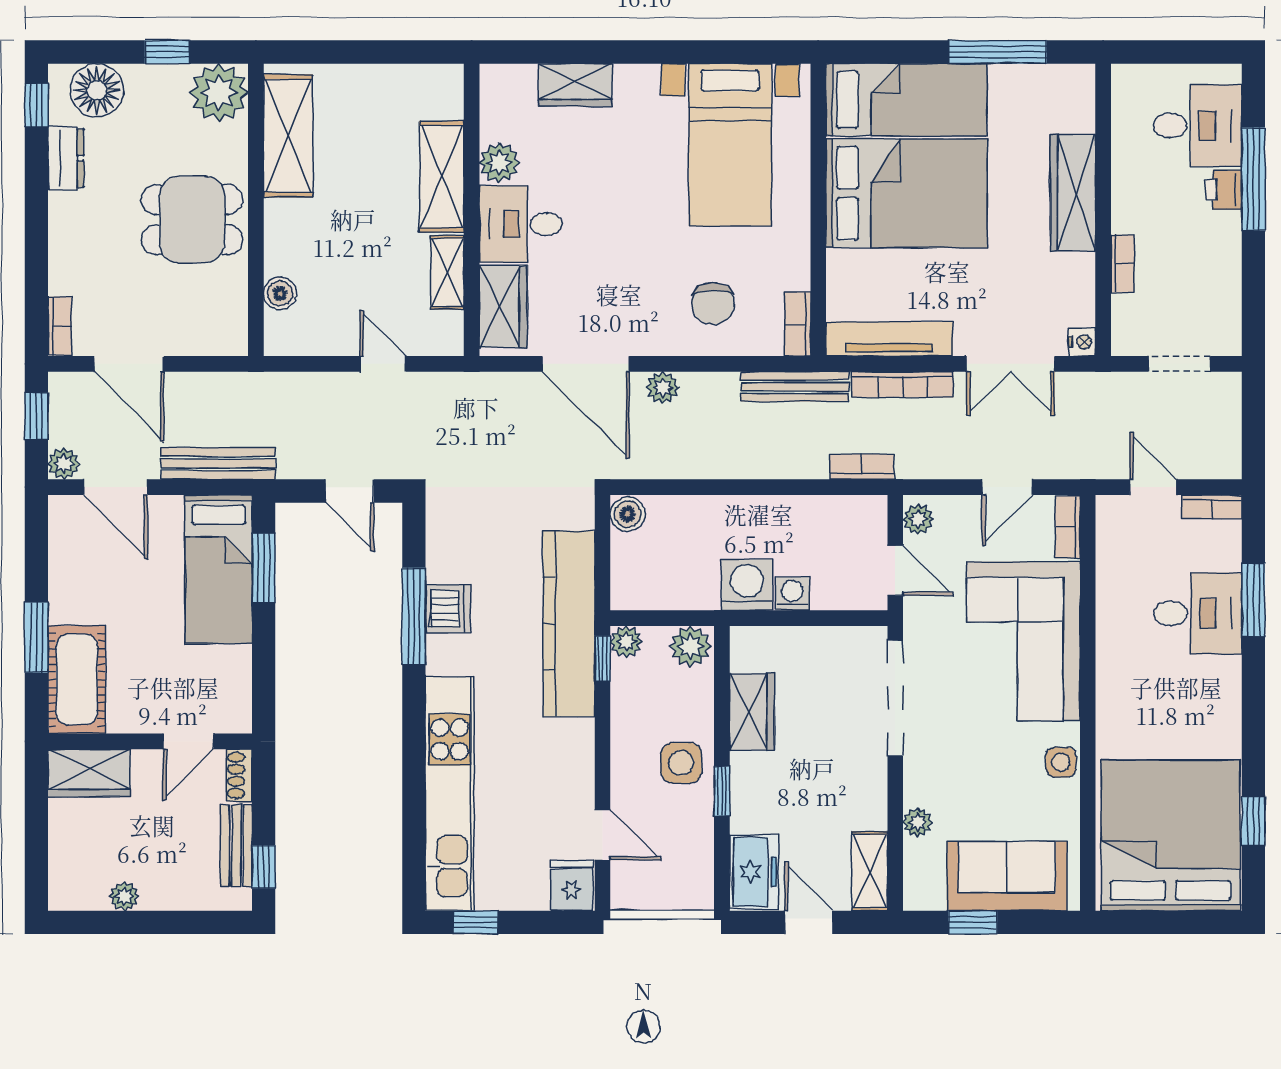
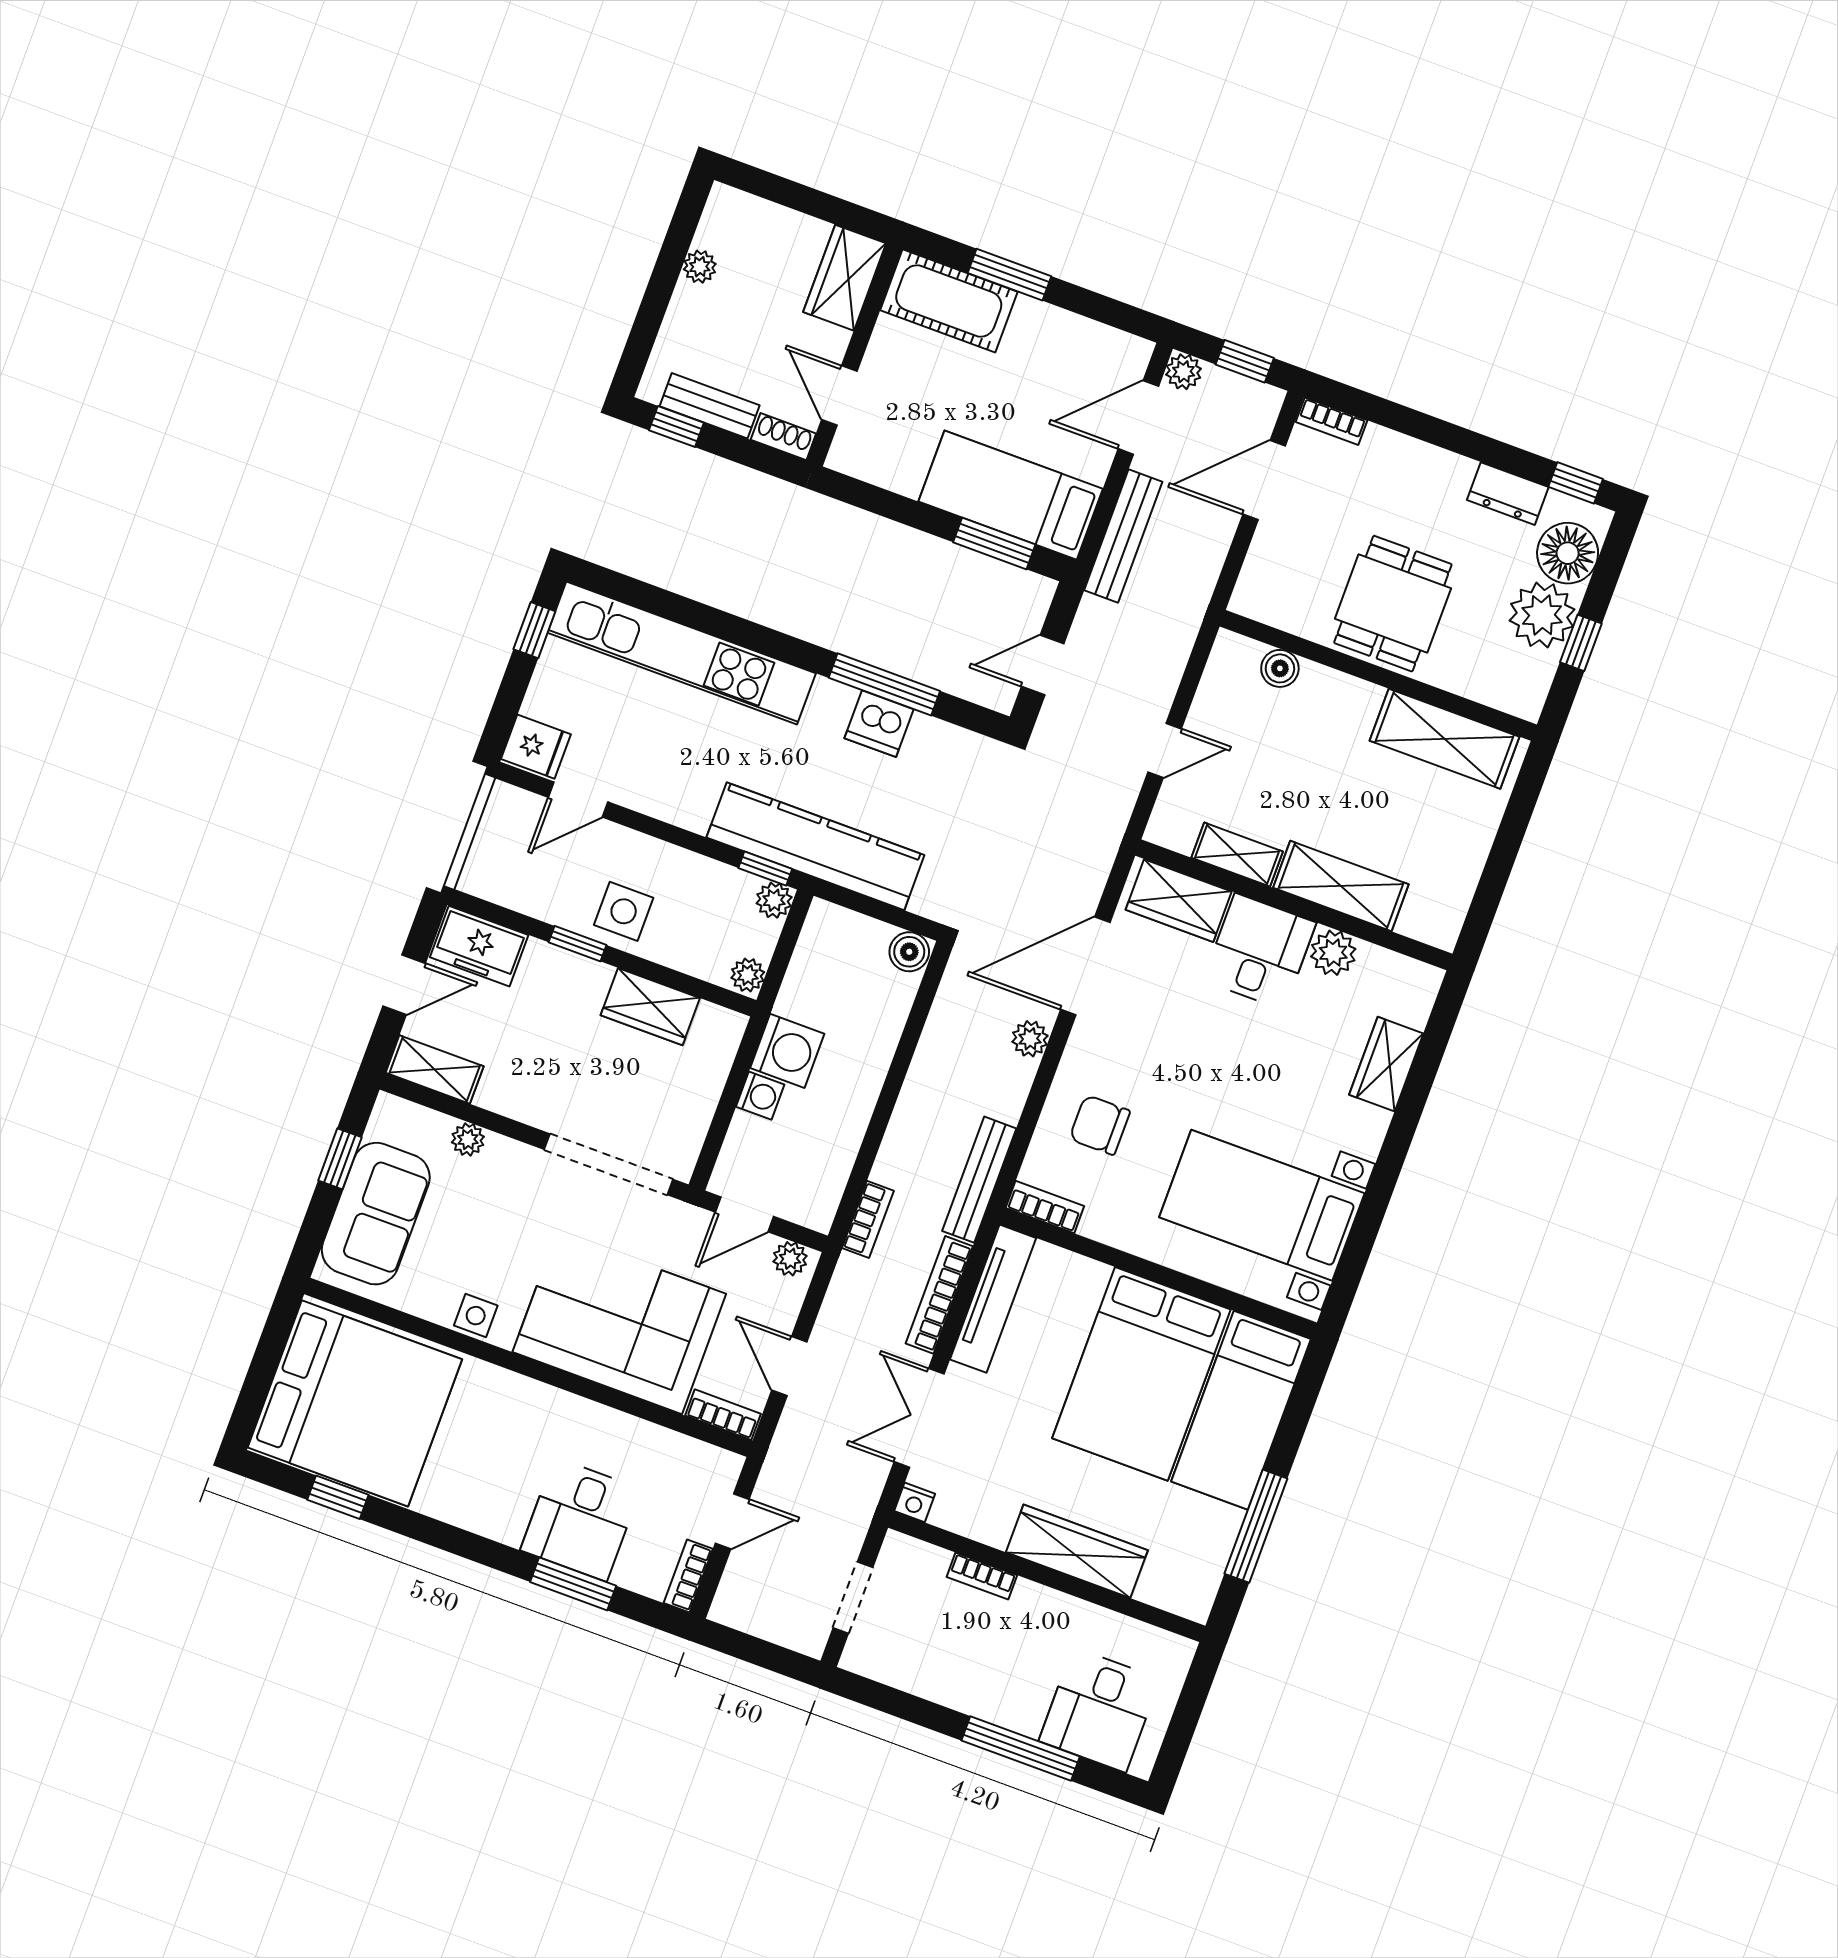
plant: (219, 93) -> (1542, 615), moved
printer: (1224, 190) -> (1021, 1713), removed
plant: (690, 646) -> (748, 975), width x0.73, depth x0.73

